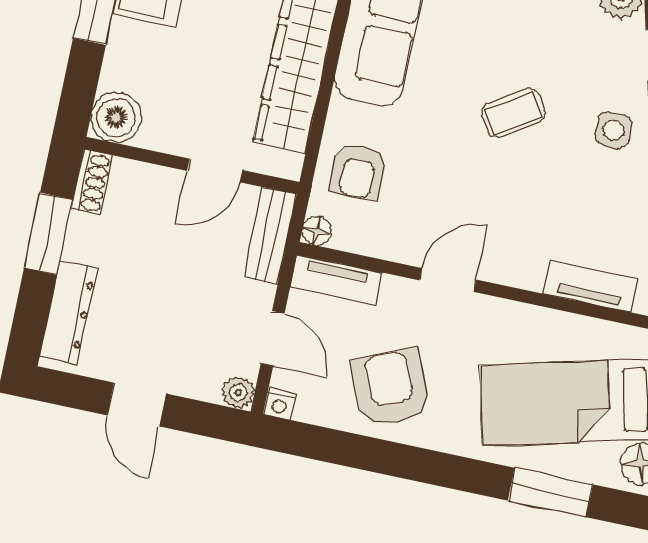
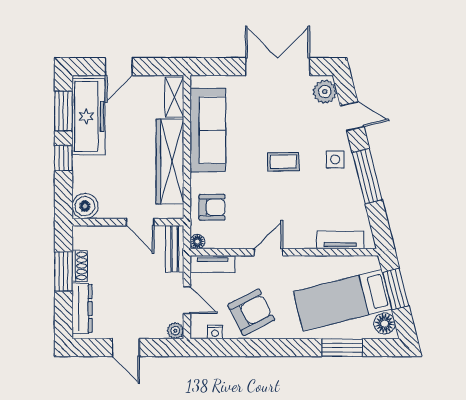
coffee table: (513, 113) -> (283, 162), turned 32
door: (215, 170) -> (140, 222), hinge flipped
armchair: (358, 171) -> (212, 207), turned -90
shoe rack: (92, 182) -> (80, 266), moved
armchair: (391, 388) -> (251, 312), turned 87
nightstand: (280, 404) -> (215, 332), moved

